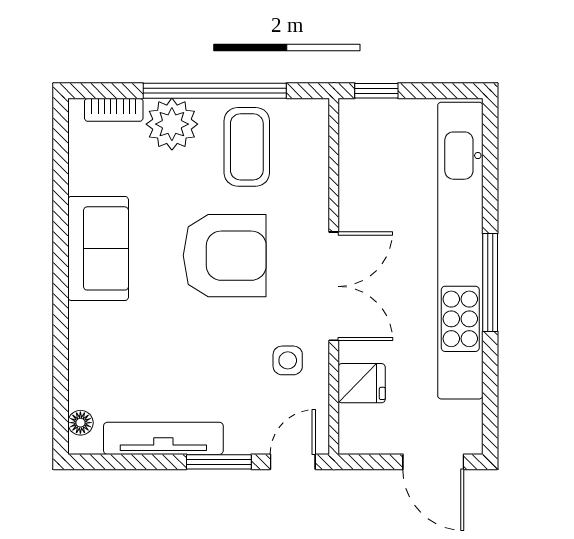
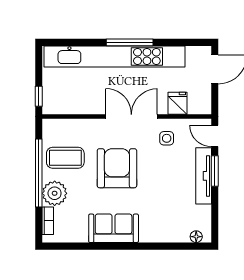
tv unit: (163, 438) -> (204, 176), moved

